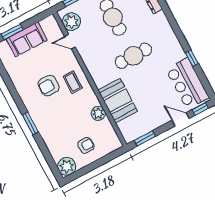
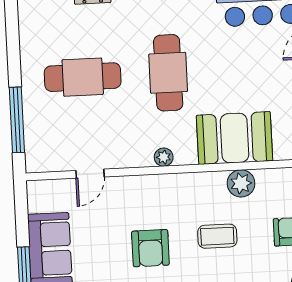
plant: (71, 22) -> (164, 157), moved, width x0.53, depth x0.53
coffee table: (73, 82) -> (217, 236), moved

